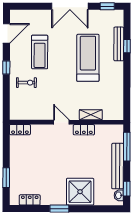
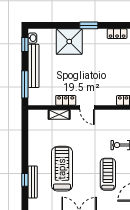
treadmill: (88, 58) -> (62, 169), turned 180

